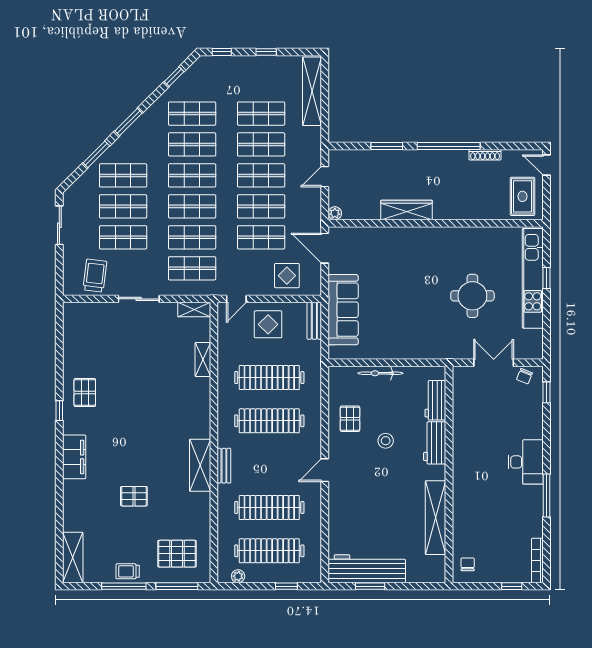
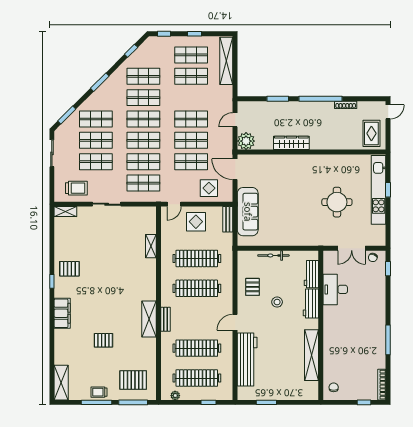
shop shelf: (261, 144) -> (191, 55), moved
window: (96, 154) -> (67, 115), moved
door: (546, 165) -> (388, 112), swing flipped
plant: (335, 213) -> (246, 141), width x1.87, depth x1.87
trolley: (95, 276) -> (76, 188), turned 83
shelving: (194, 310) -> (65, 212), moved
double door: (494, 363) -> (352, 248), swing flipped
pallet: (85, 393) -> (69, 269), turned 90
desk: (526, 462) -> (335, 289), moved, turned 180
workbench: (367, 569) -> (247, 359), moved, turned 90

